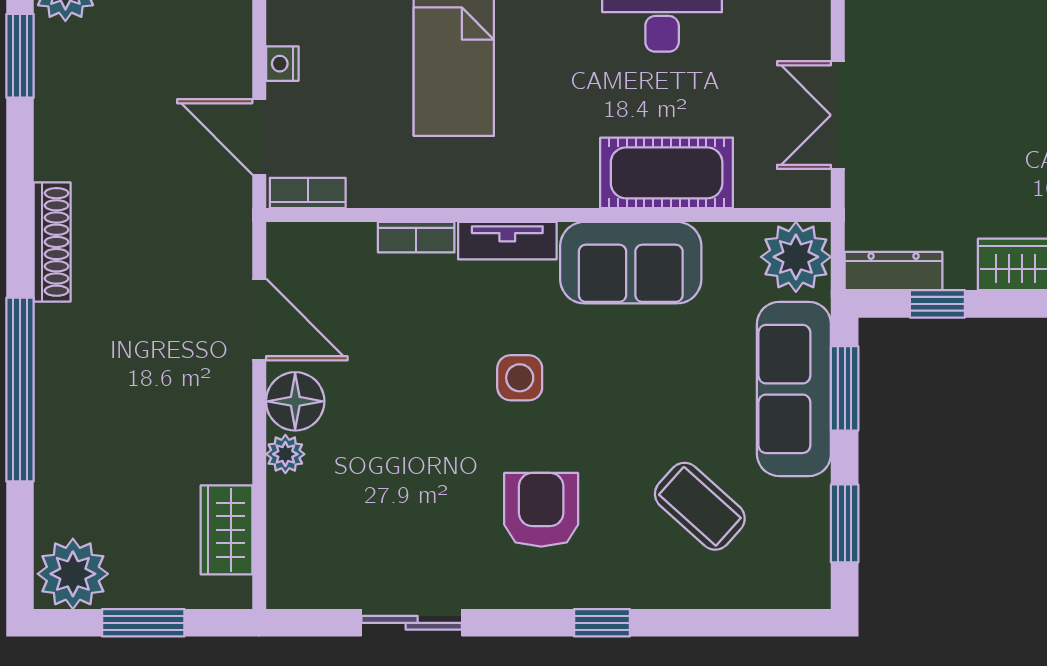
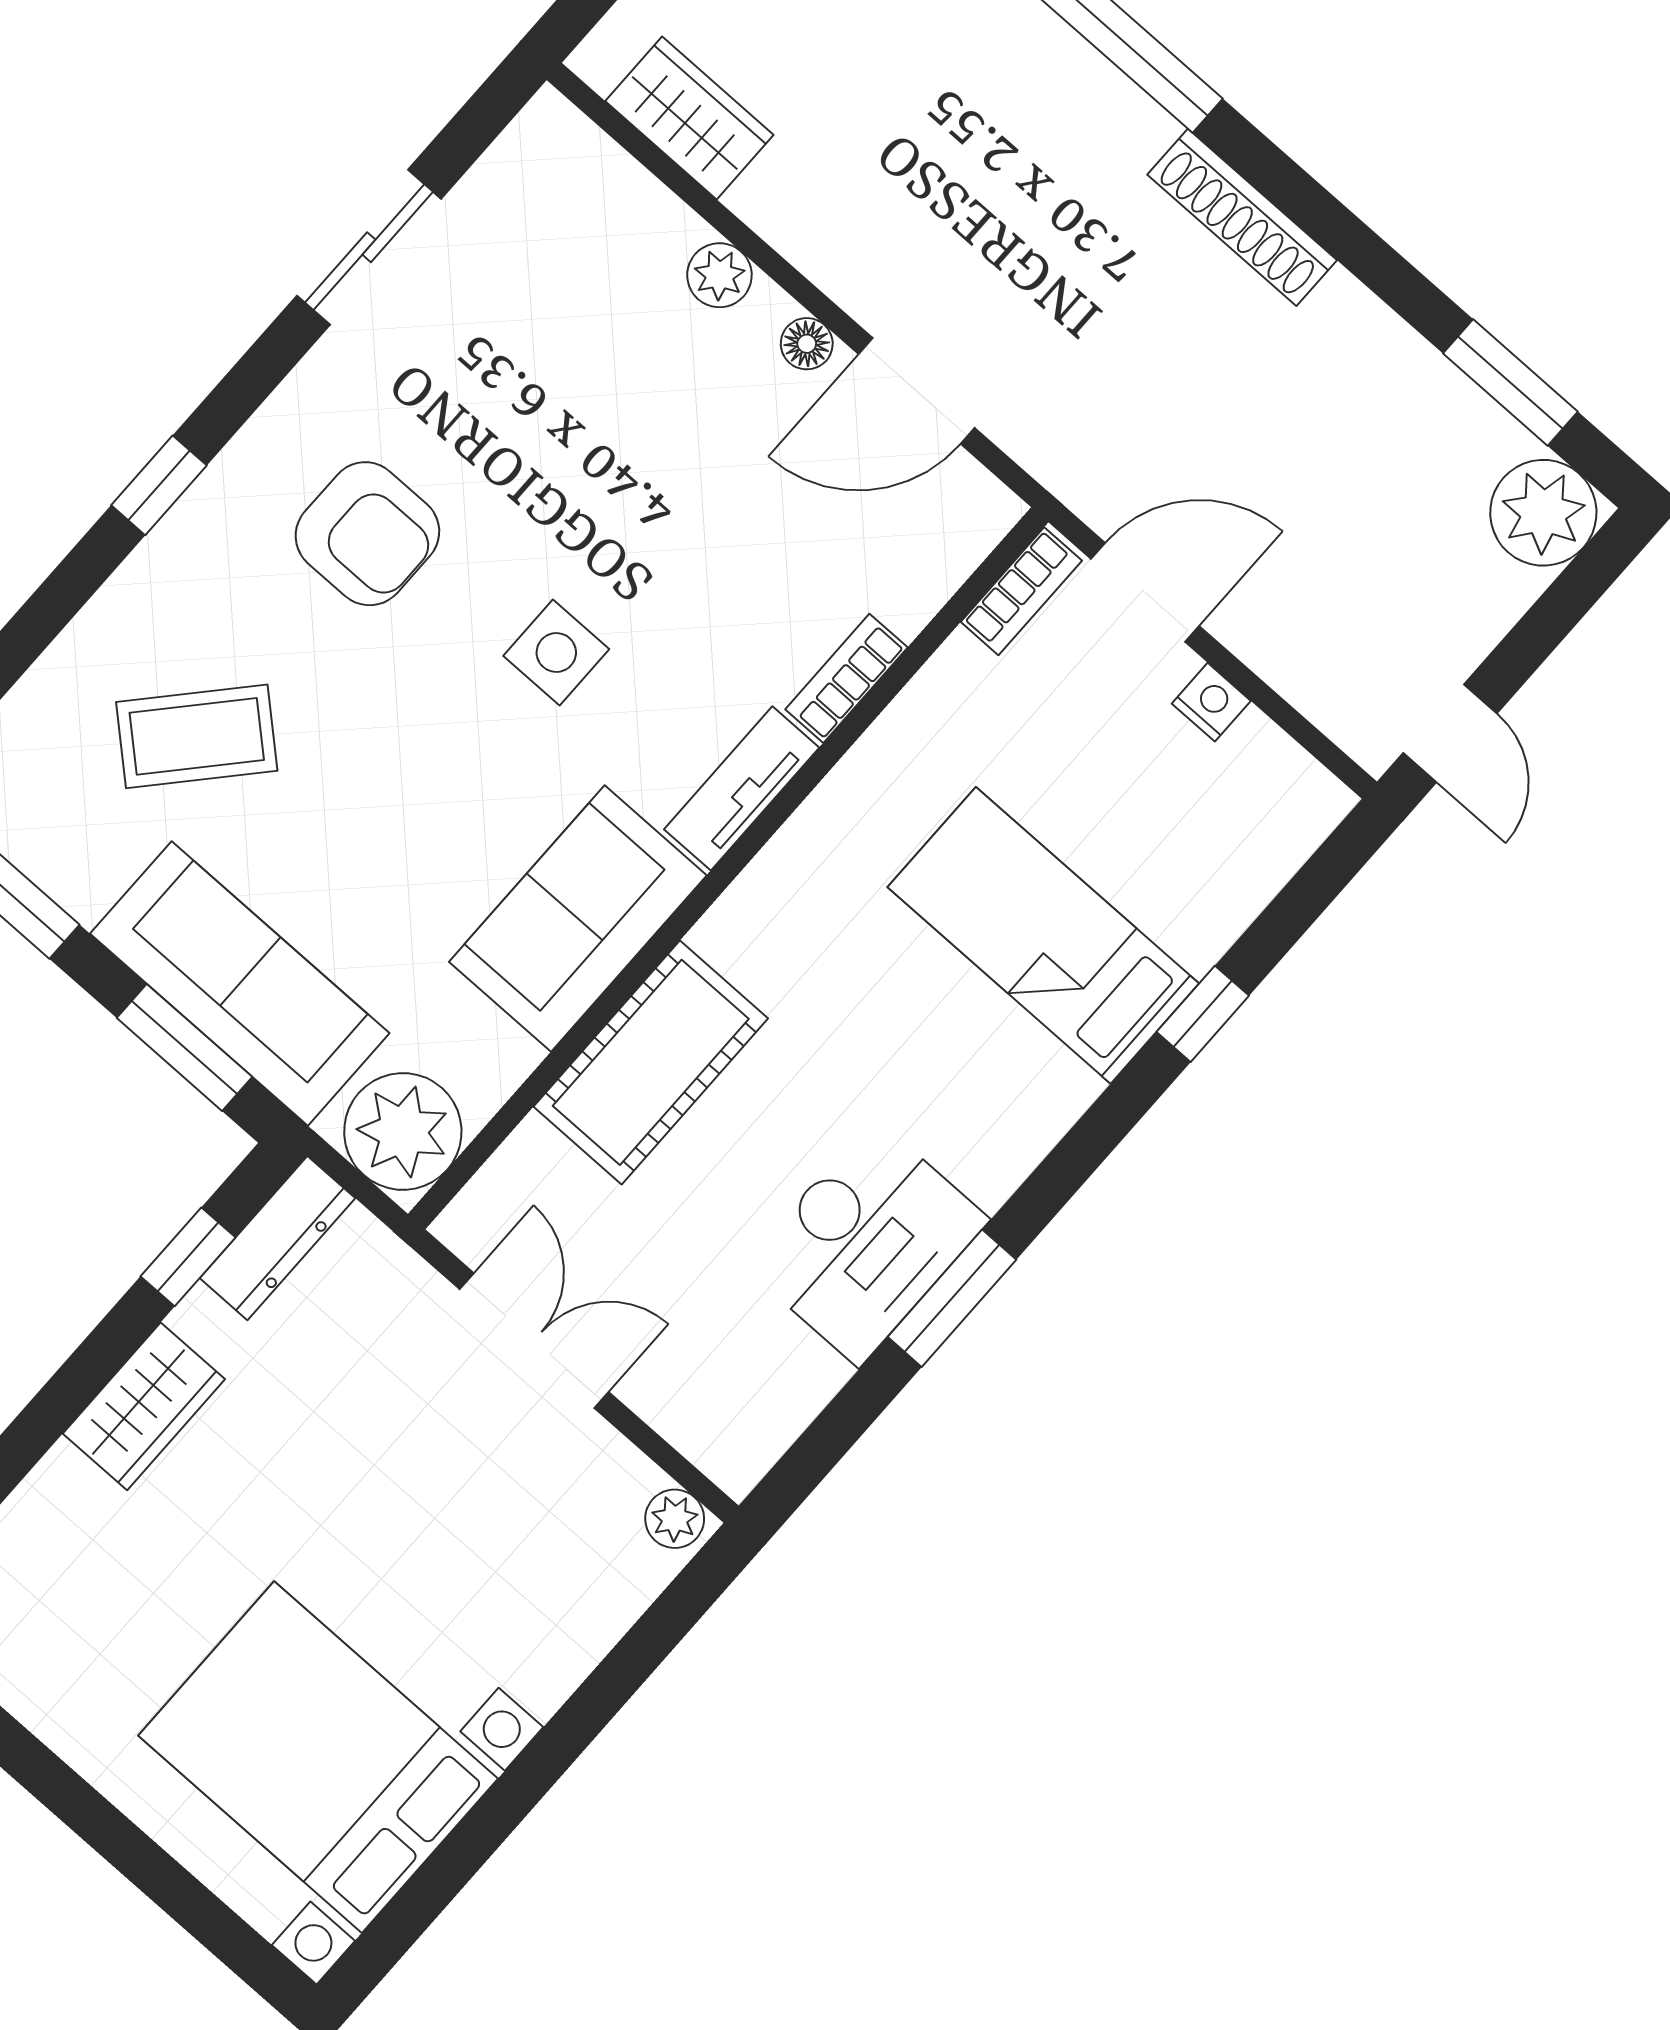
floor lamp: (295, 401) -> (807, 344), width x0.53, depth x0.53

